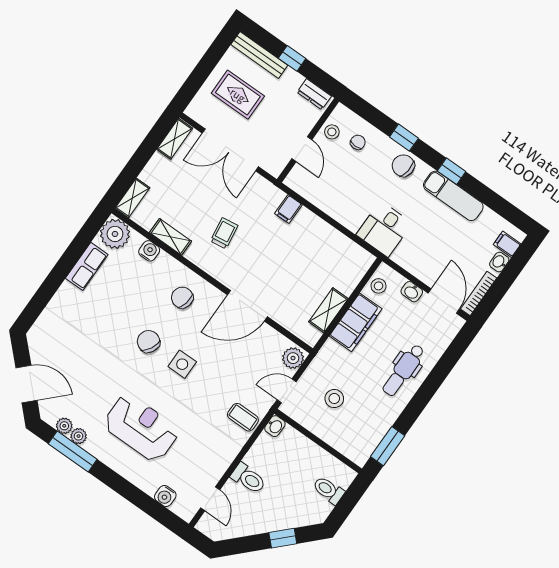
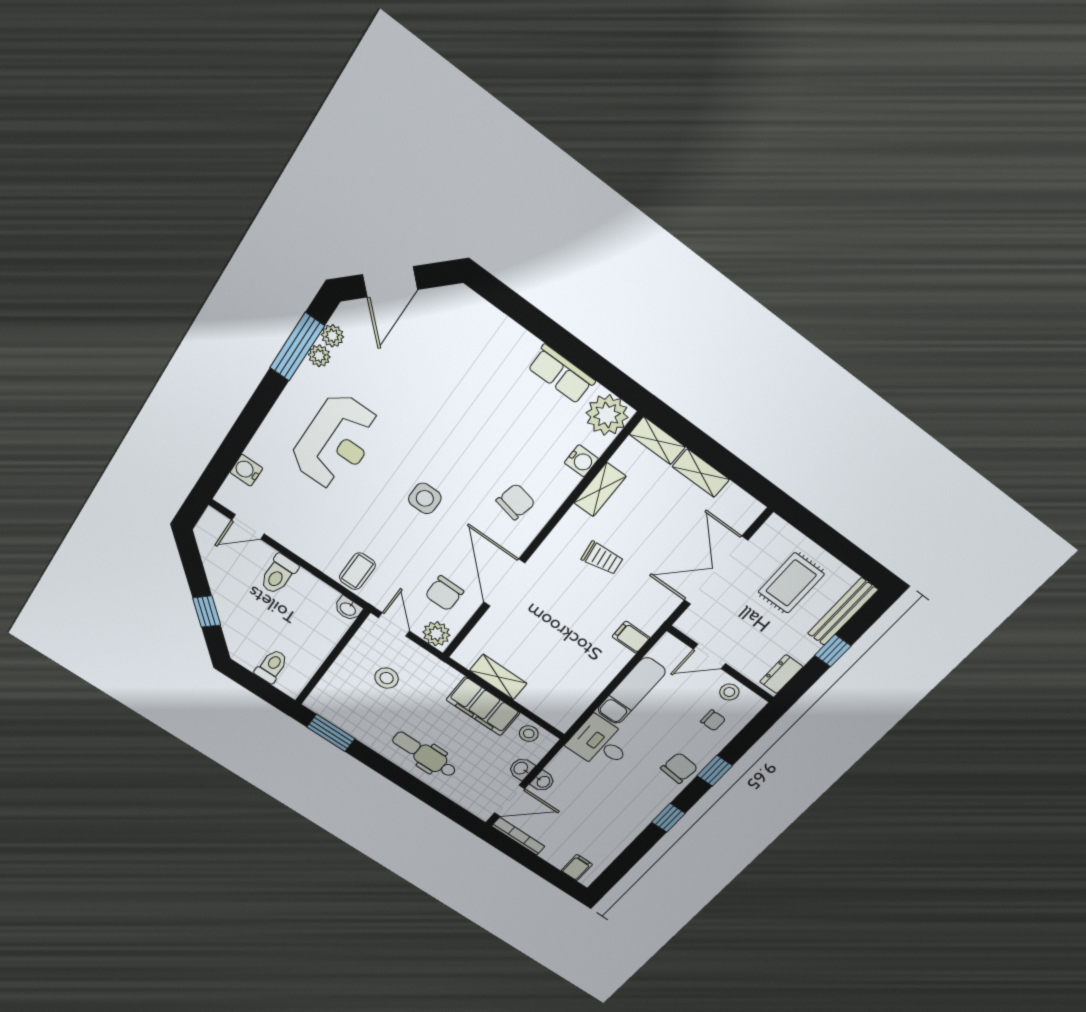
shelving: (175, 139) -> (701, 473), moved
exam couch: (453, 196) -> (631, 691), moved, turned 180
washbasin: (499, 262) -> (543, 782), moved, turned 90
chair: (149, 341) -> (444, 593), moved, turned 152

